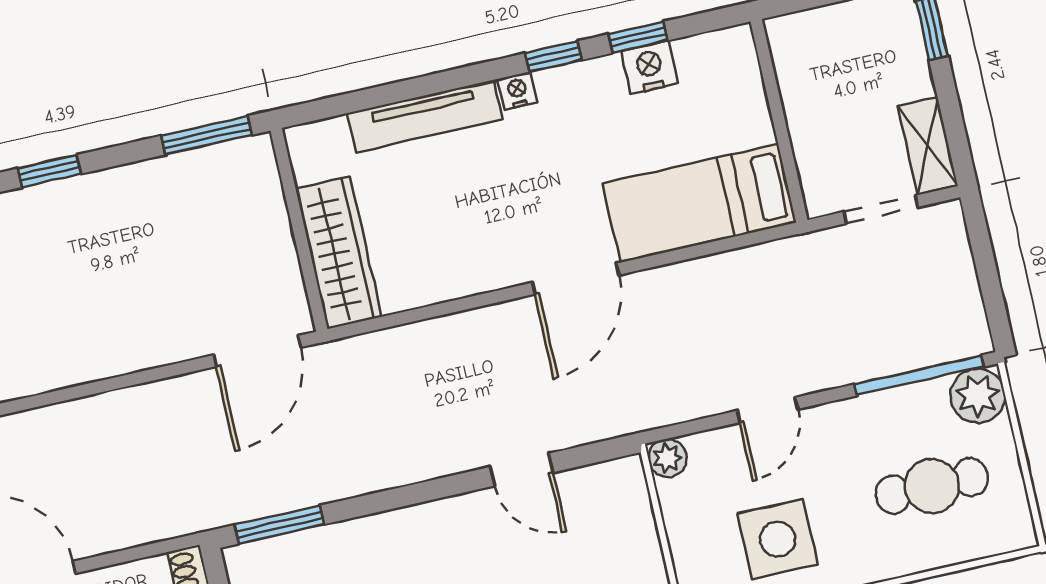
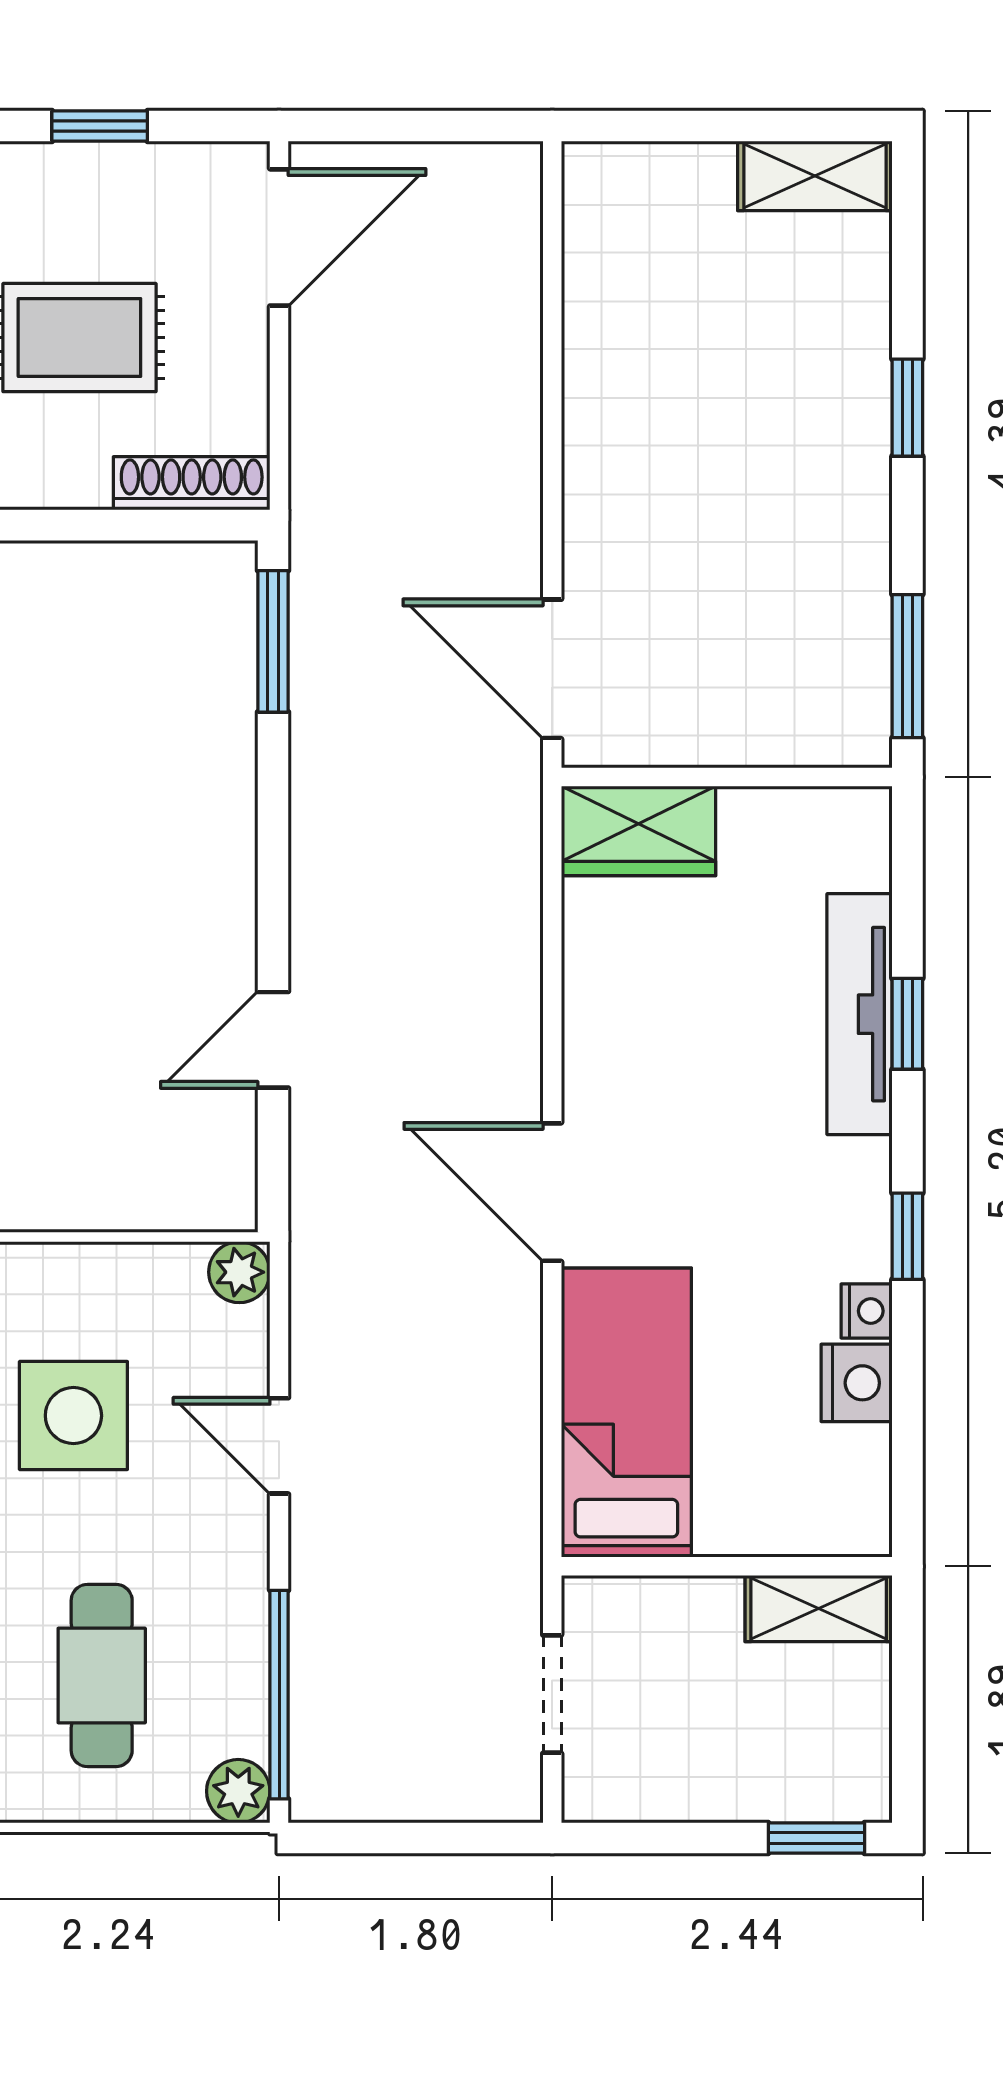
window: (638, 37) -> (907, 1024), moved
nightstand: (517, 91) -> (867, 1311), moved
shelving: (928, 146) -> (819, 1609), moved
wardrobe: (339, 253) -> (638, 831), width x0.67
plant: (978, 396) -> (238, 1791), width x0.73, depth x0.73

